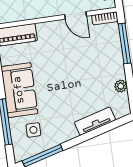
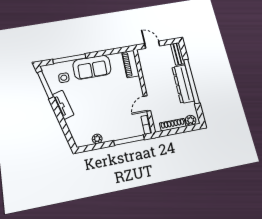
tv unit: (95, 121) -> (63, 105), moved

